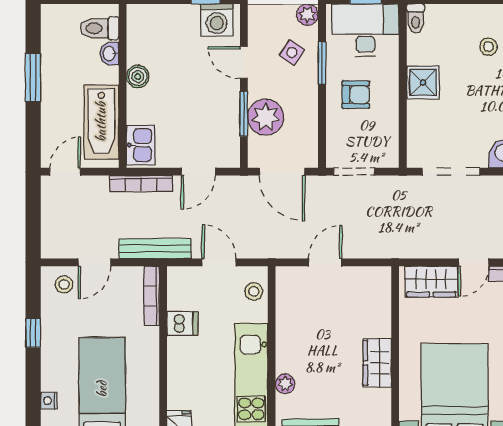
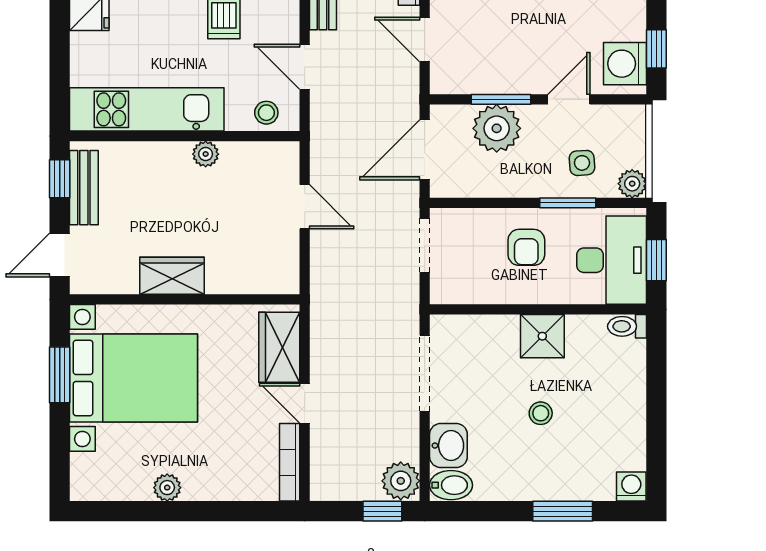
stool: (488, 47) -> (541, 413), moved
side table: (292, 53) -> (582, 163), turned -38
door: (219, 262) -> (305, 67), swing flipped
plant: (285, 384) -> (206, 154), moved

